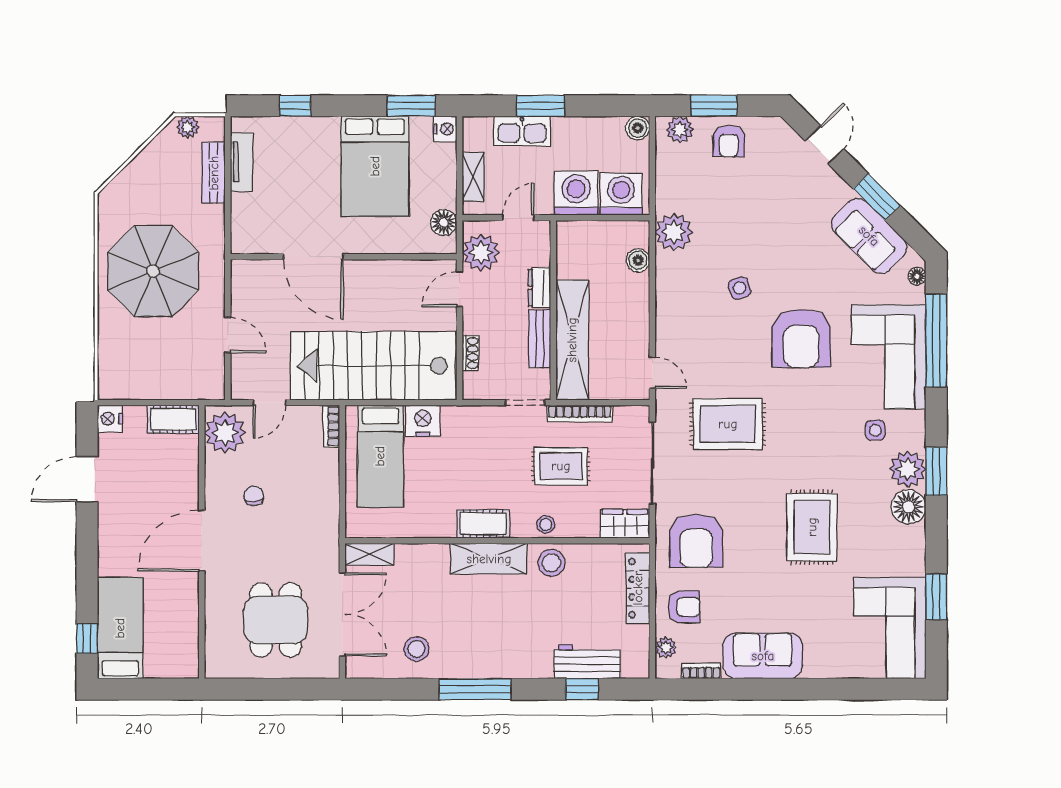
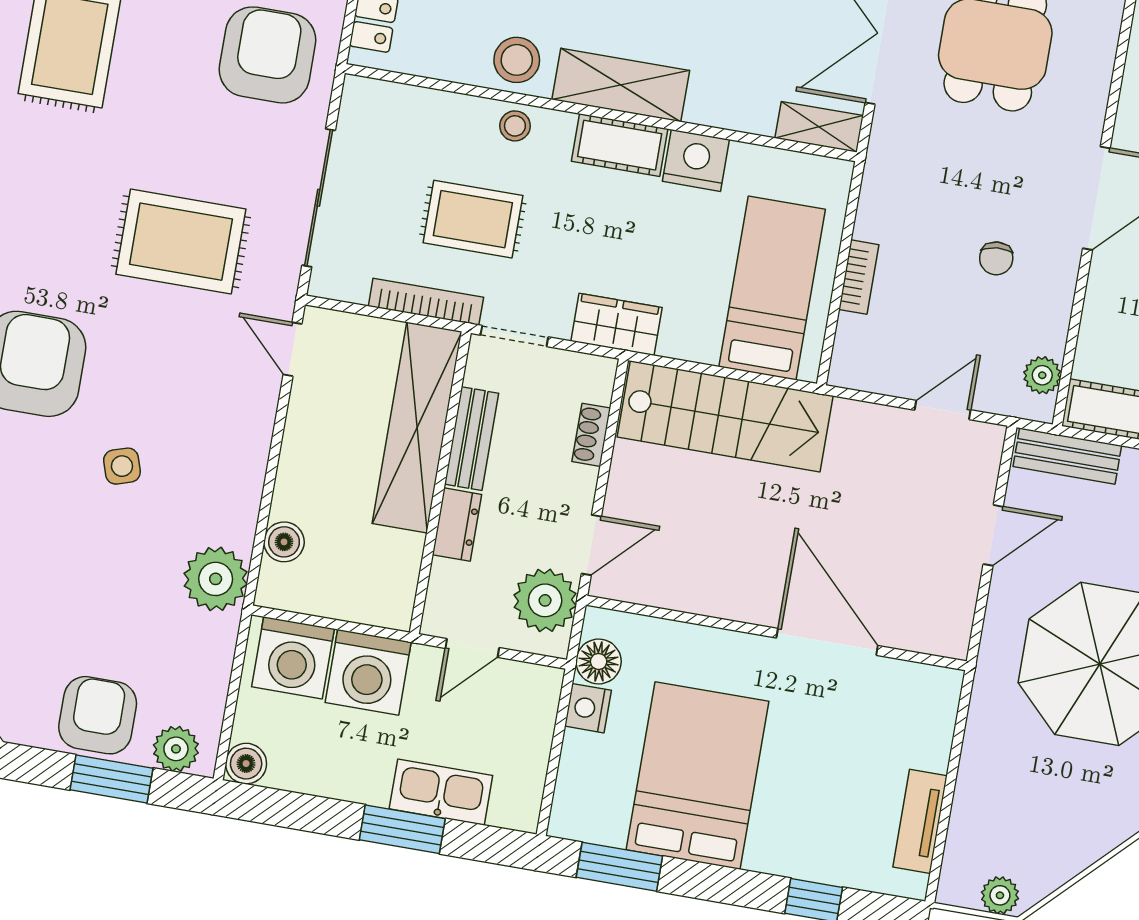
nightstand: (445, 129) -> (588, 708), moved
armchair: (729, 141) -> (98, 715), width x1.38, depth x1.38
bench: (214, 173) -> (1067, 456), moved, turned 90
shelving: (473, 177) -> (536, 729), removed
door: (228, 335) -> (993, 535), swing flipped
stairs: (373, 366) -> (725, 416), width x0.73, depth x0.66
nightstand: (423, 421) -> (696, 160), moved, turned 180
bookcase: (331, 426) -> (859, 277), moved
plant: (225, 433) -> (1042, 375), width x0.53, depth x0.53
wardrobe: (625, 524) -> (616, 324), moved, turned 180

